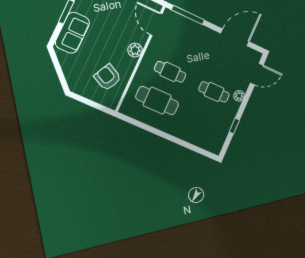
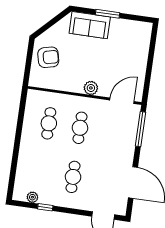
armchair: (108, 77) -> (48, 57), moved, turned 50
plant: (239, 96) -> (32, 197), moved
cafe table: (157, 101) -> (49, 123), width x0.73, depth x0.74

